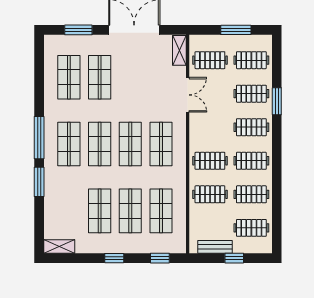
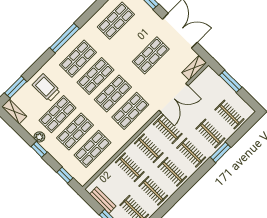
window: (236, 30) -> (231, 81), moved
clothes rail: (210, 60) -> (168, 129), moved
shop shelf: (100, 77) -> (151, 55), moved
double door: (188, 95) -> (173, 98), width x1.37
window: (39, 182) -> (16, 87), moved
trolley: (67, 198) -> (46, 88), added
plant: (104, 247) -> (39, 137), added

